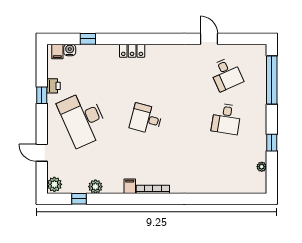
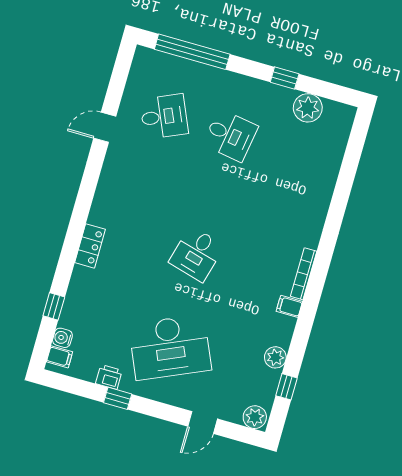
plant: (262, 167) -> (308, 108), width x1.88, depth x1.88

